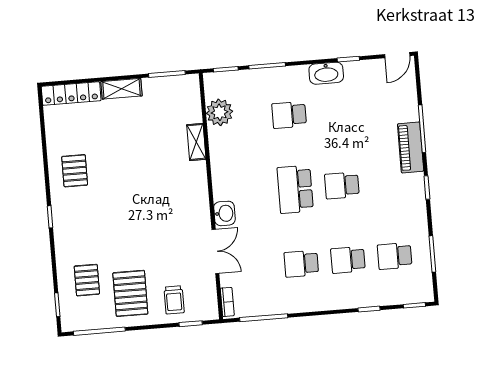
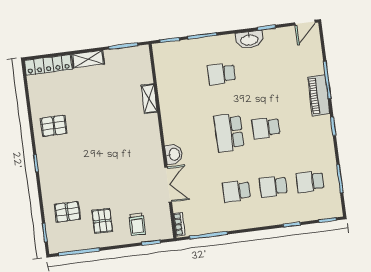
plant: (219, 112) -> (166, 74), removed
pallet: (75, 171) -> (54, 126), turned 90
pallet: (87, 280) -> (67, 212), turned 90
pallet: (130, 293) -> (102, 221), width x0.67, depth x0.71

